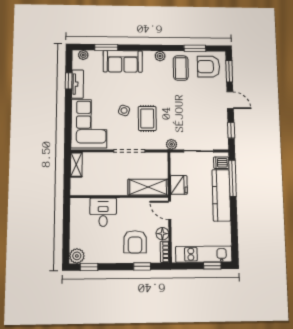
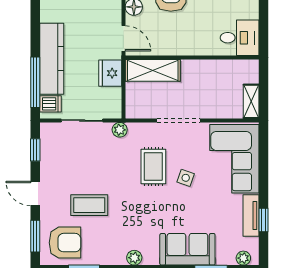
coffee table: (181, 68) -> (89, 205), moved, turned 90
desk: (103, 212) -> (240, 38), moved, turned -90

